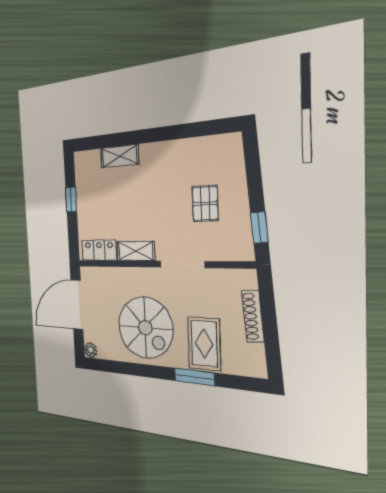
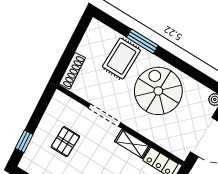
window: (259, 228) -> (24, 141), moved
shoe rack: (253, 316) -> (72, 71), moved

